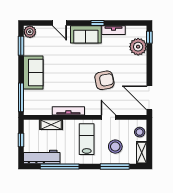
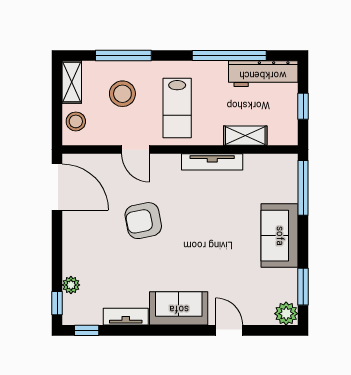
window: (97, 23) -> (87, 330), moved
plant: (138, 47) -> (71, 285), width x0.53, depth x0.53

